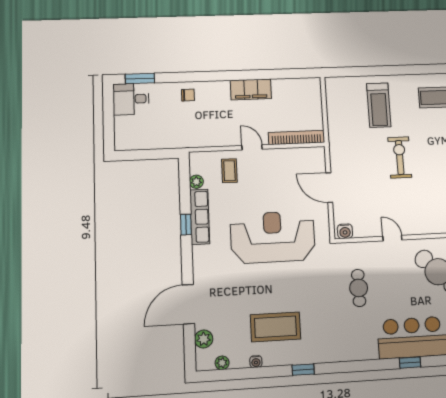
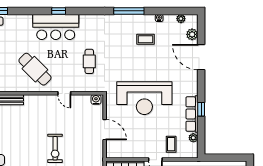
door: (188, 304) -> (201, 57), swing flipped
coffee table: (275, 327) -> (145, 39), width x0.54, depth x0.58
window: (303, 370) -> (129, 11), width x2.17

